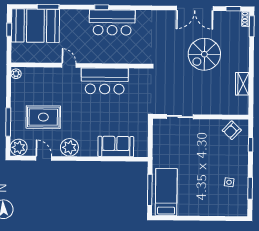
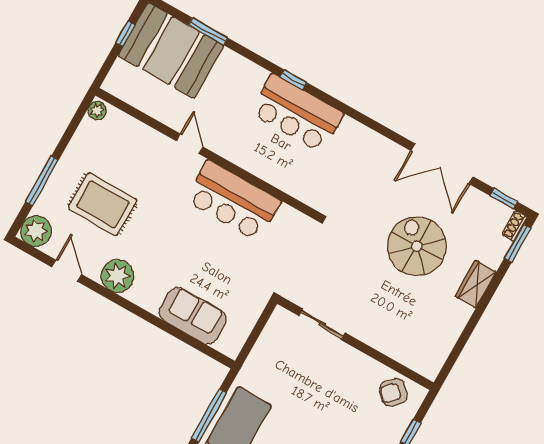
spiral stairs: (204, 54) -> (417, 246), turned 90
wardrobe: (242, 84) -> (476, 284), moved

